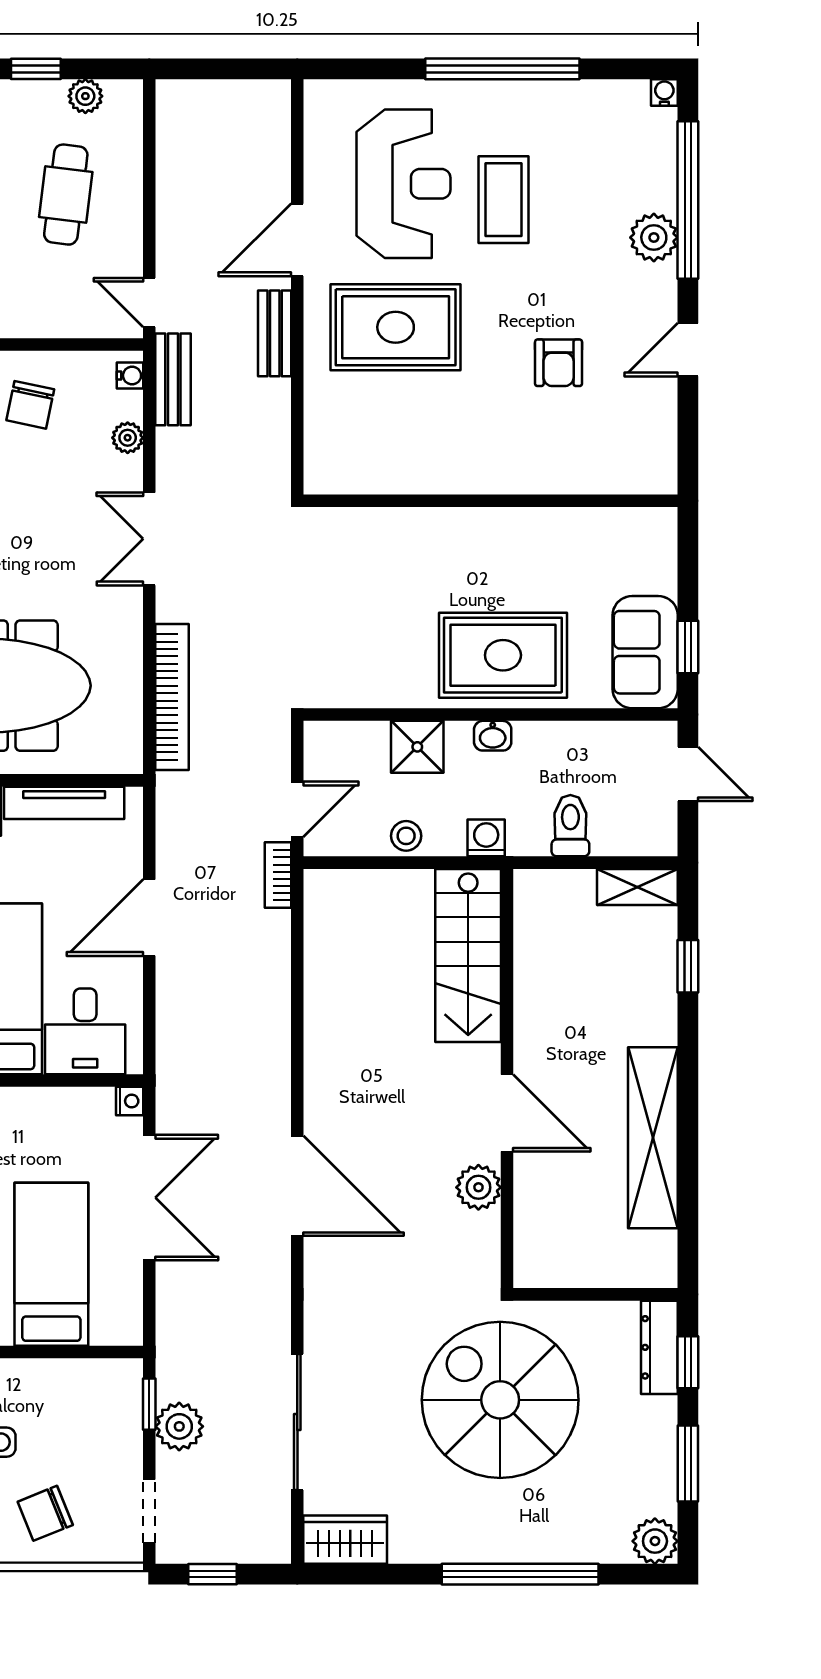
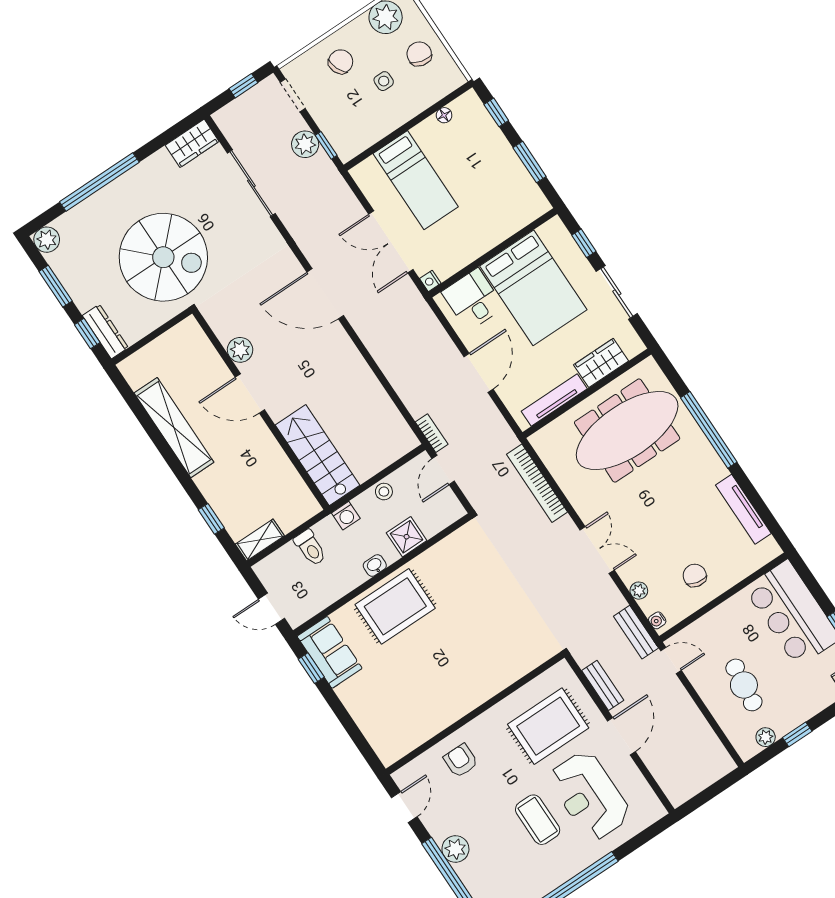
wall: (491, 501) -> (475, 713), moved

